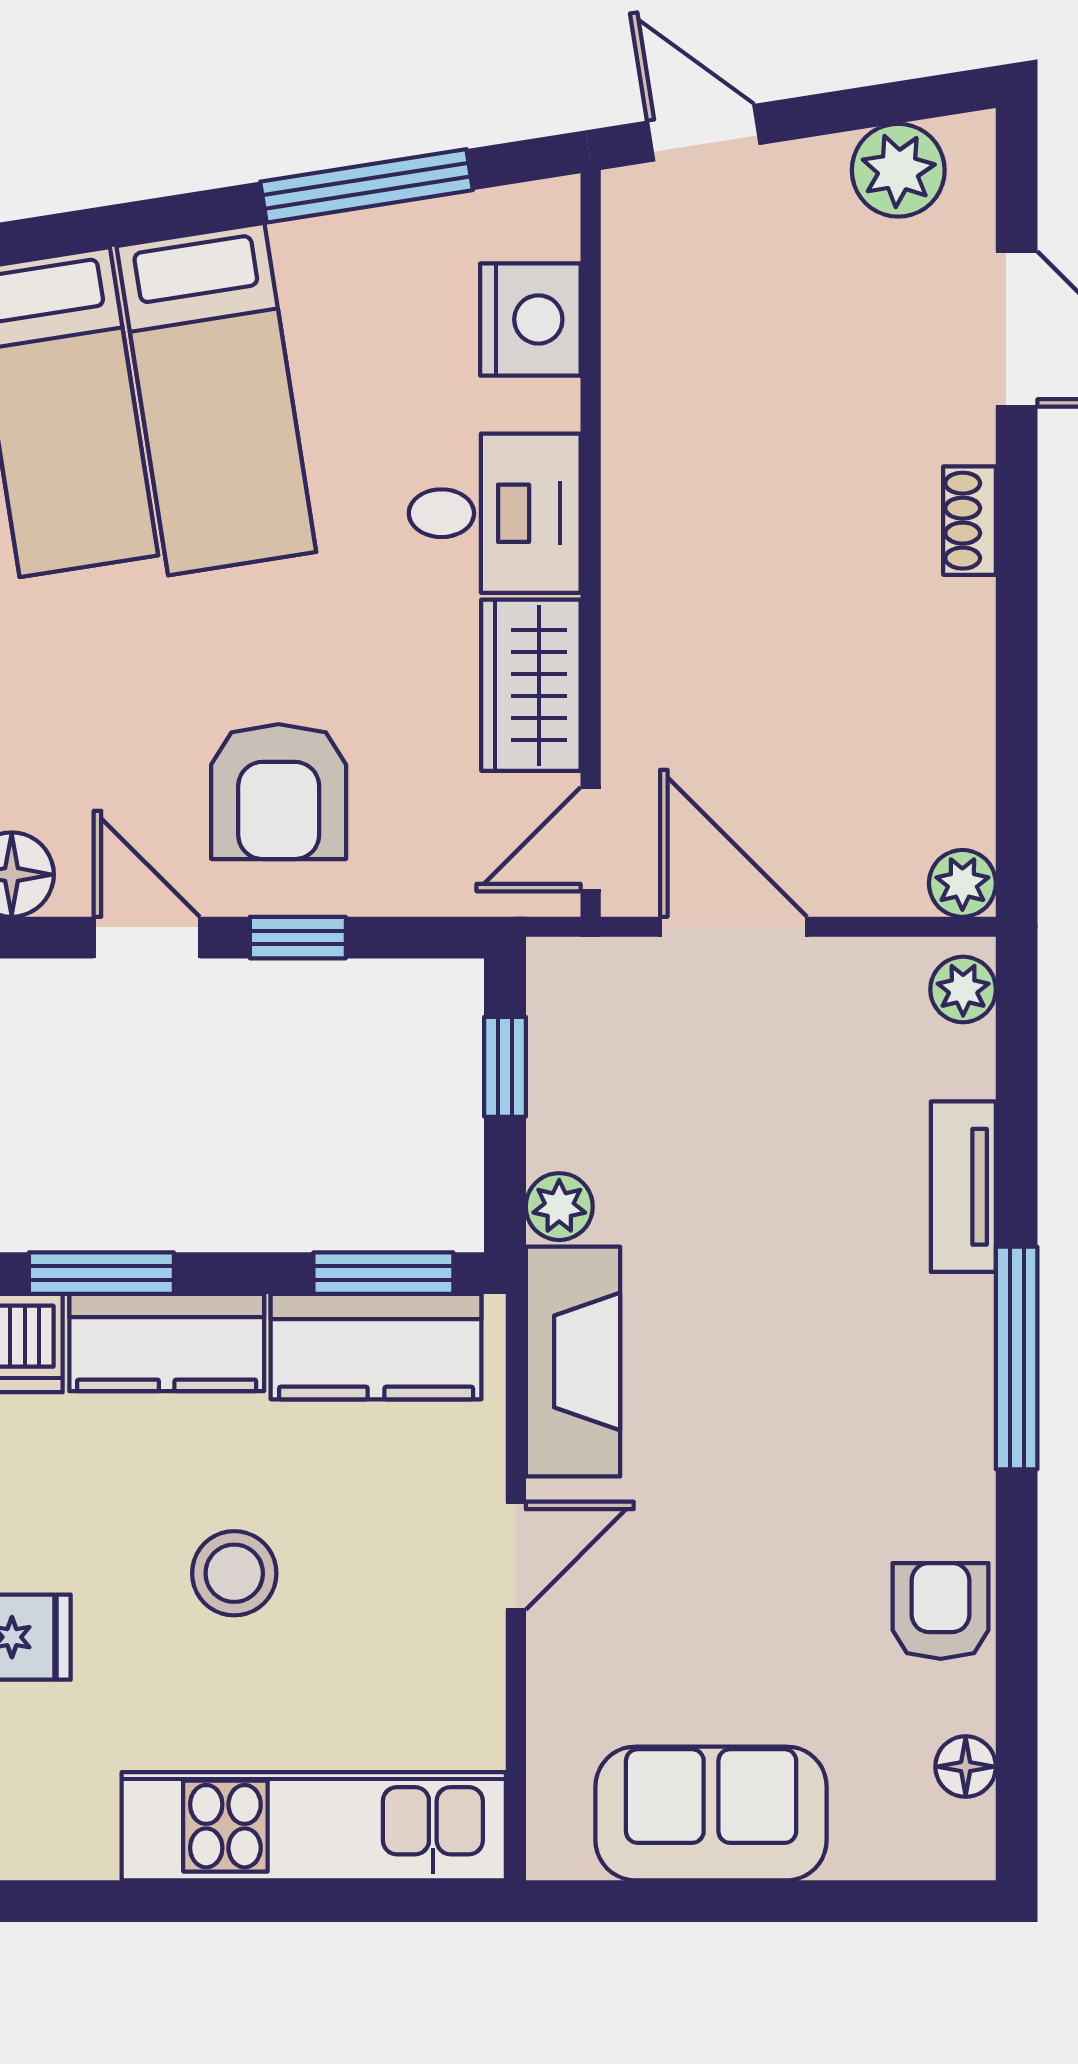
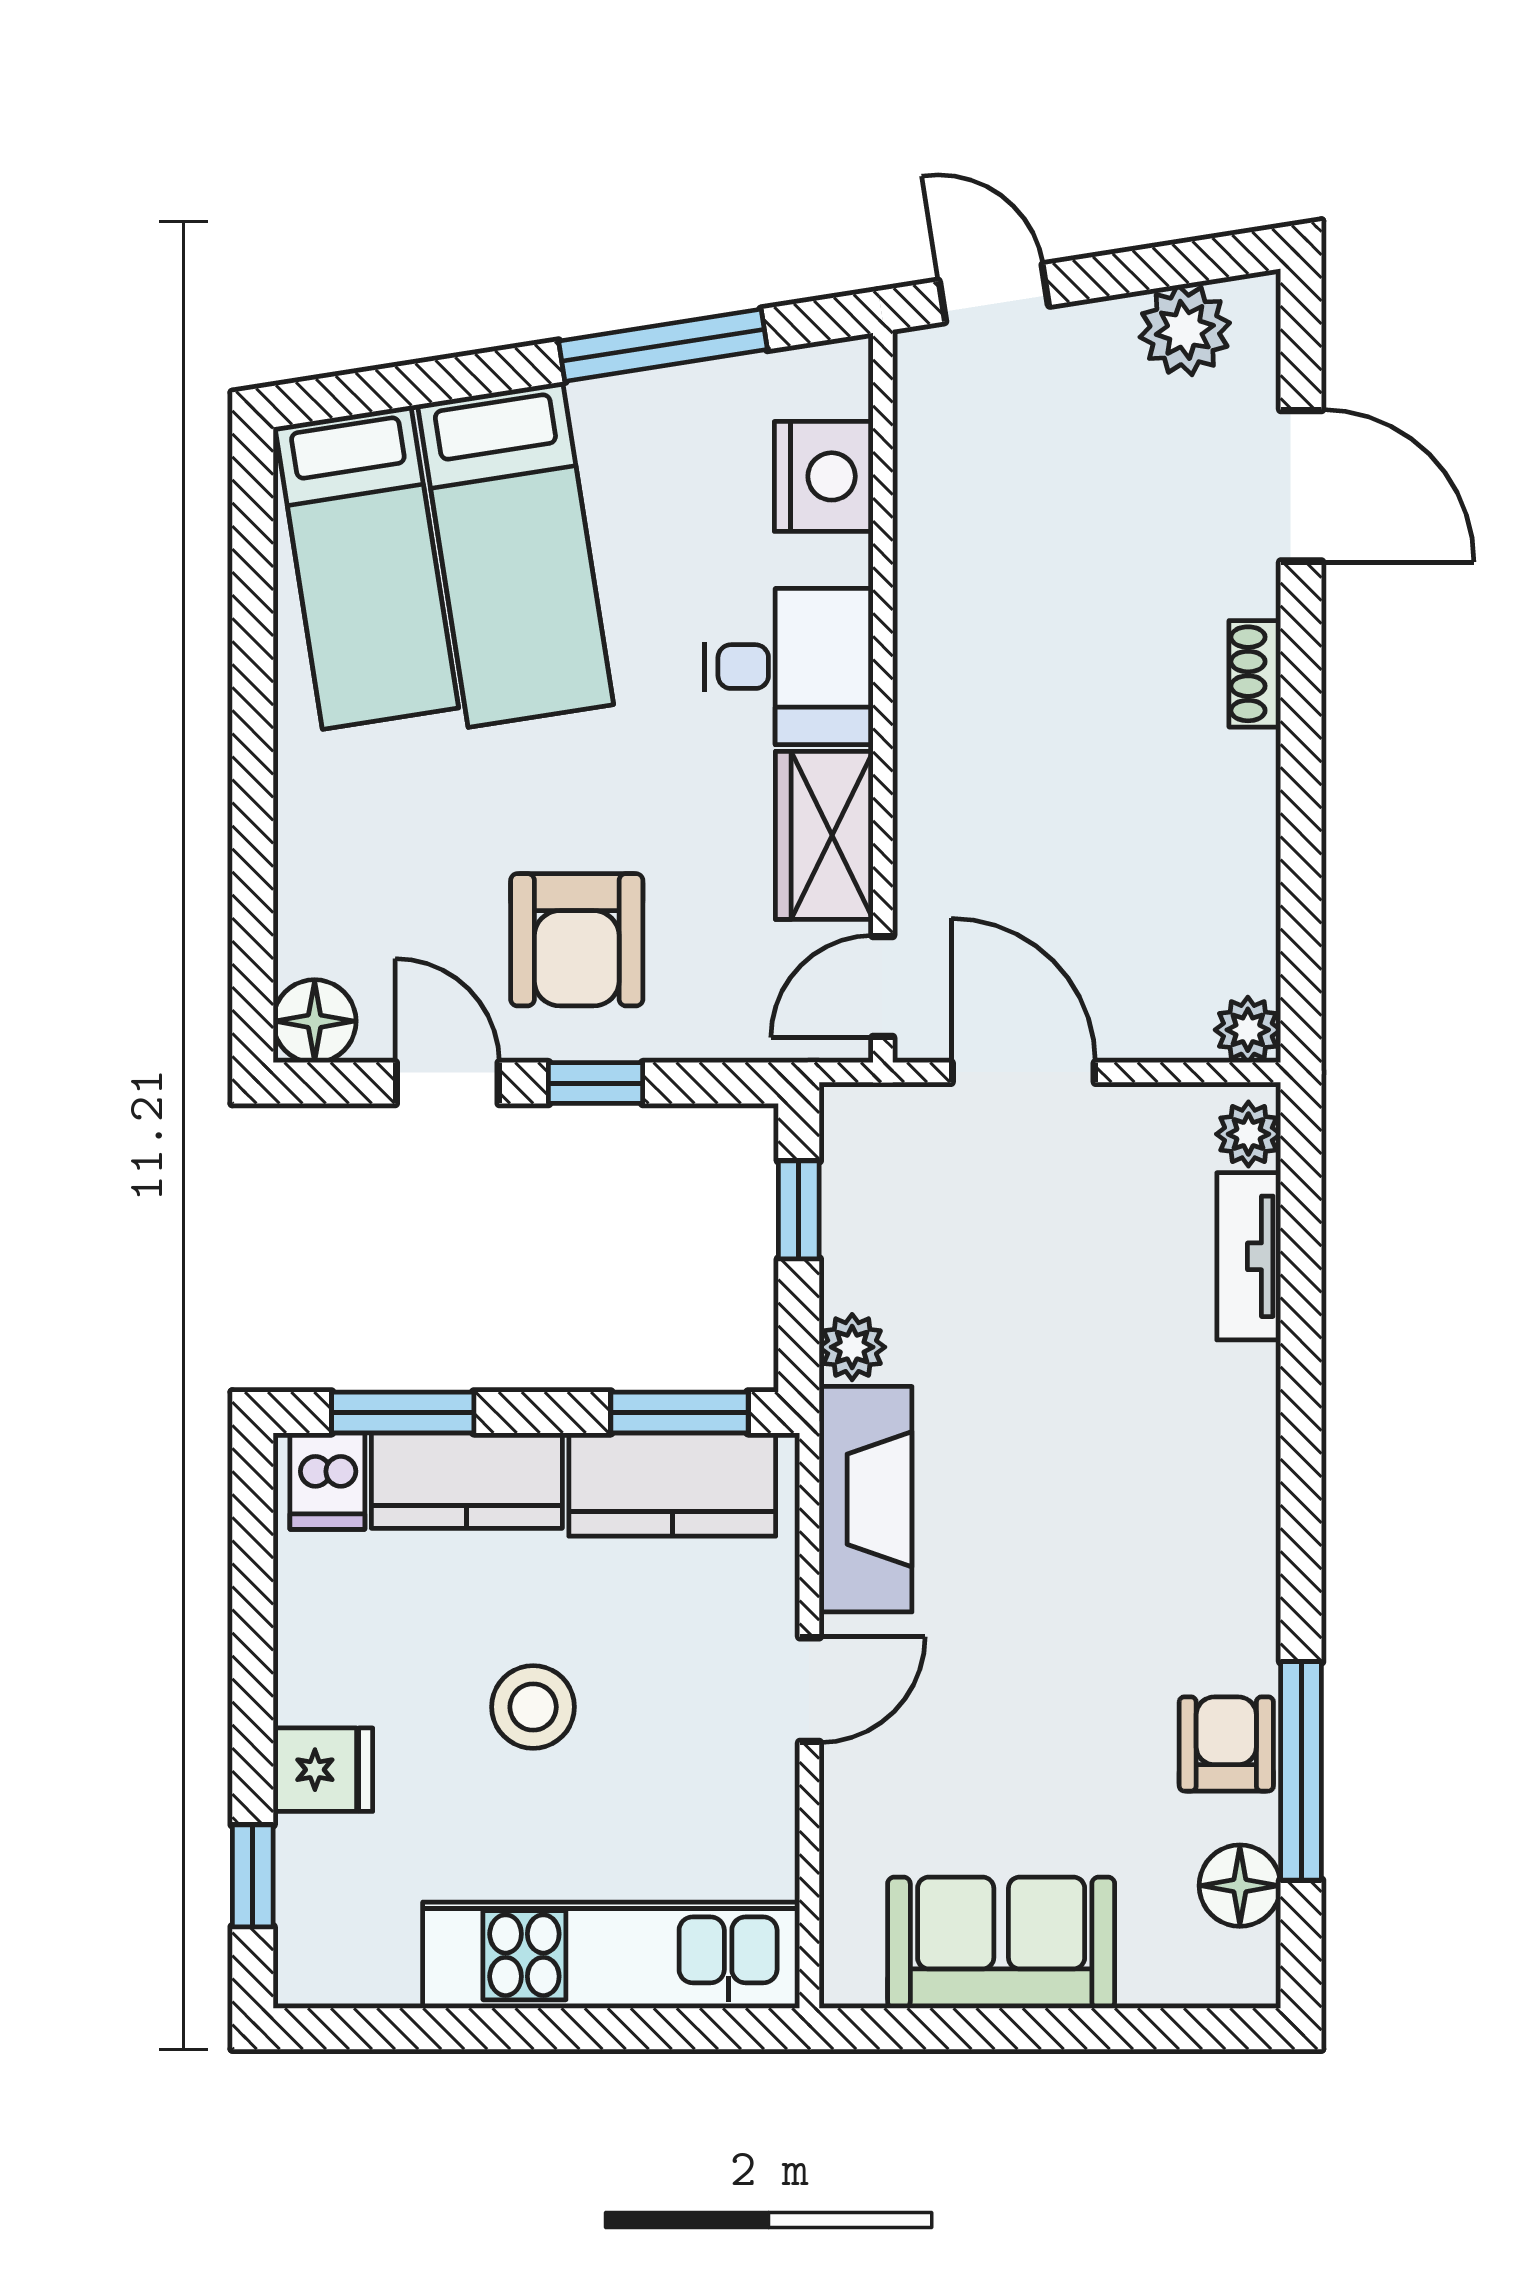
tv unit: (963, 1187) -> (1249, 1256), moved
window: (1017, 1358) -> (1301, 1771), moved
floor lamp: (966, 1767) -> (1240, 1886), width x1.37, depth x1.37

